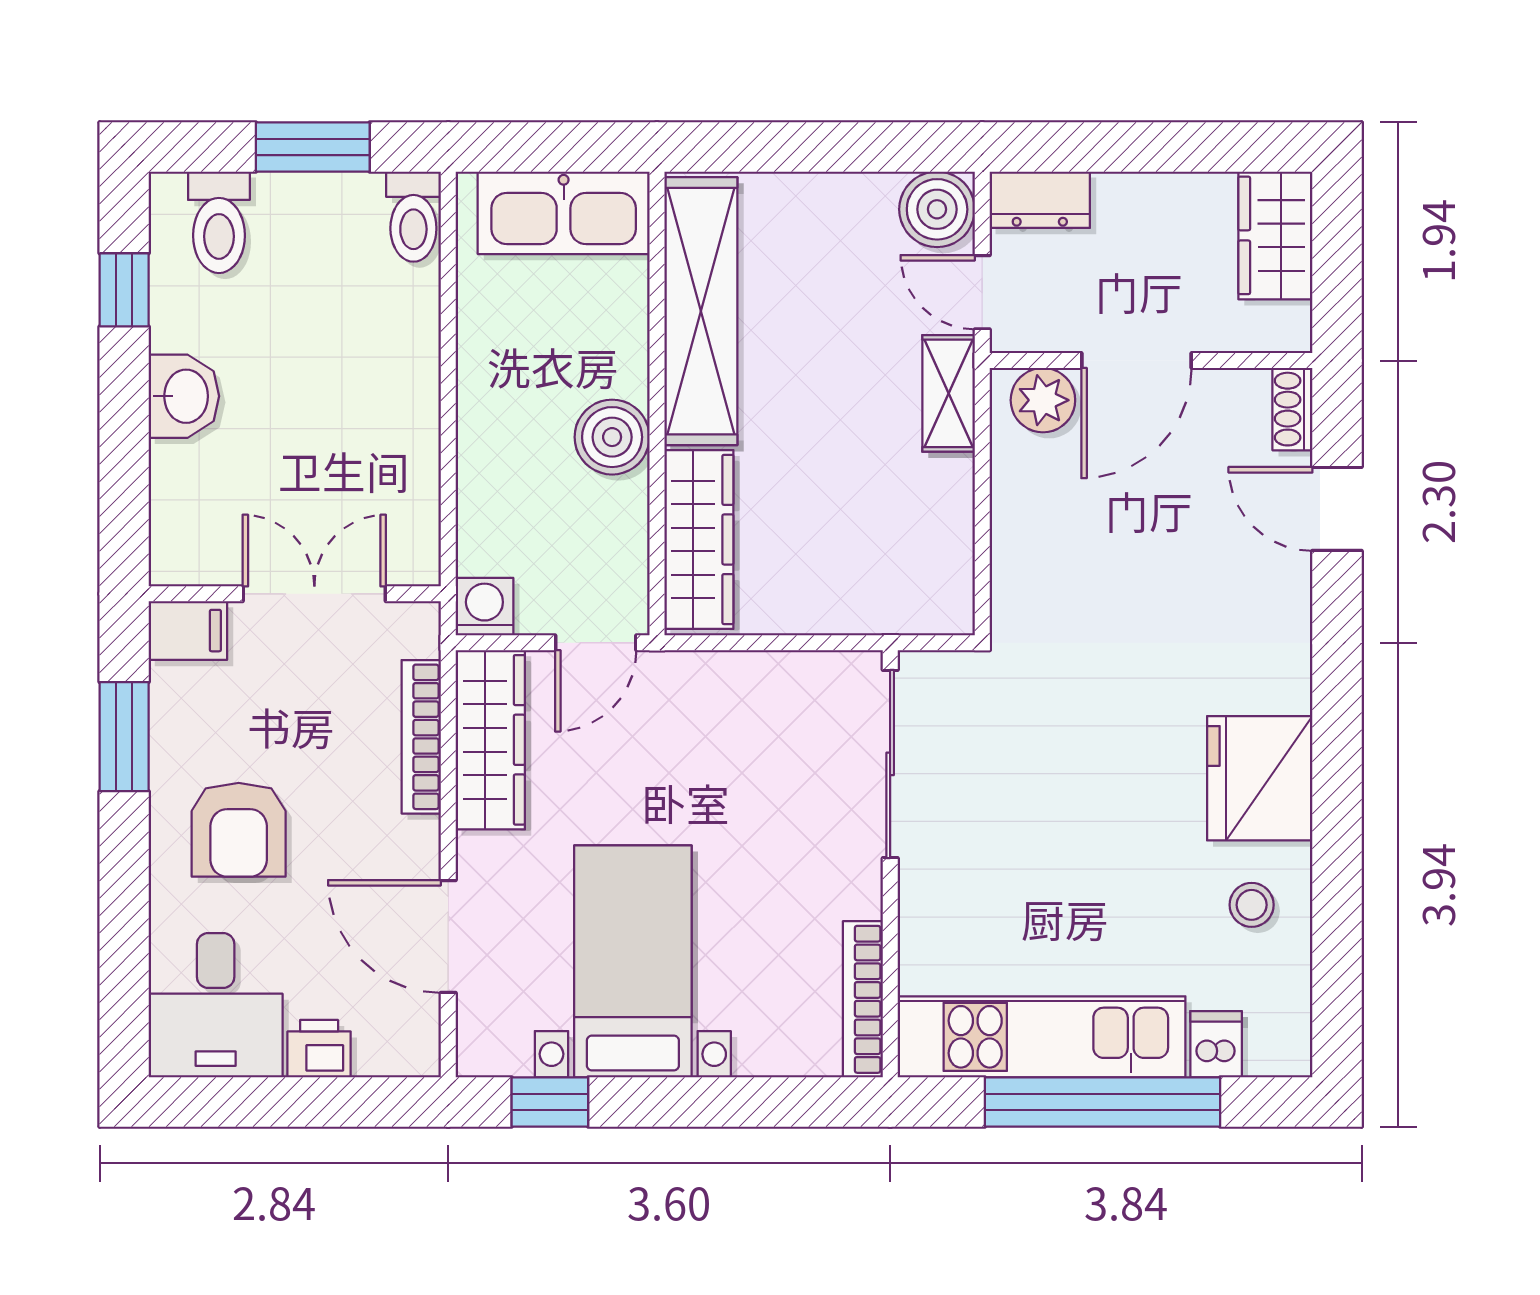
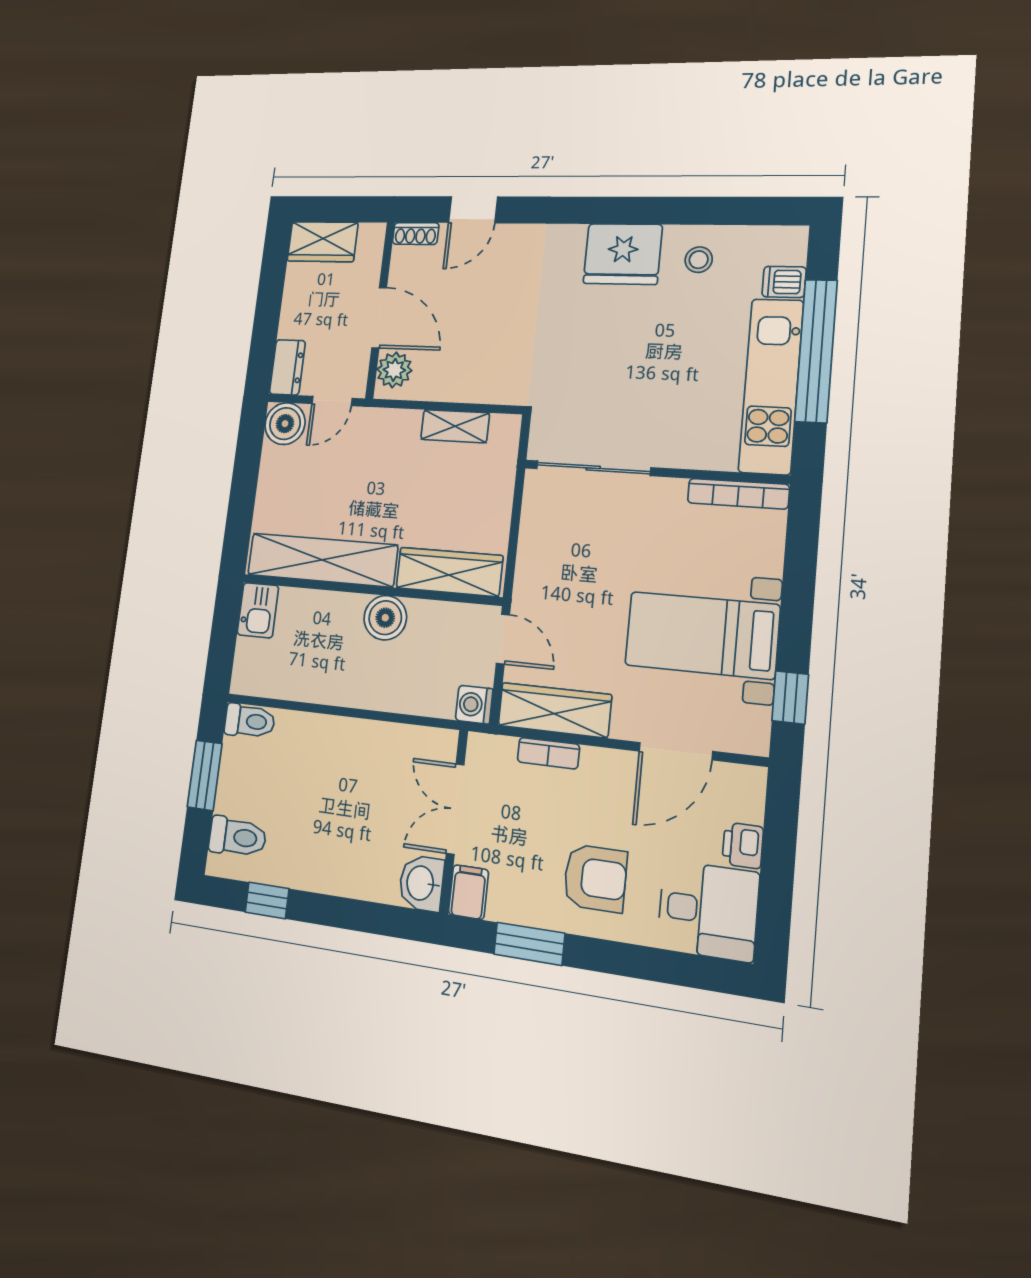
kitchen sink: (564, 213) -> (258, 610), width x0.53, depth x0.81
shelving: (949, 393) -> (455, 426), moved
washbasin: (184, 396) -> (421, 883), moved, turned -90
bookcase: (421, 737) -> (548, 753), width x0.64

